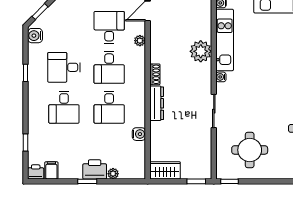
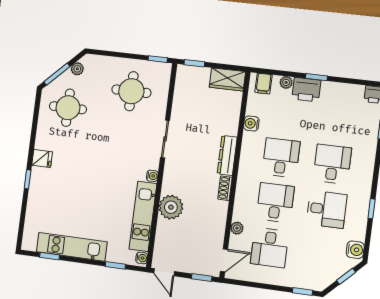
filing cabinet: (51, 170) -> (263, 84), moved

